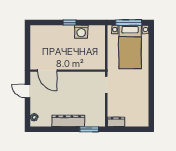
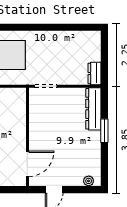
dresser: (68, 121) -> (93, 109), moved
window: (89, 129) -> (104, 131), moved

